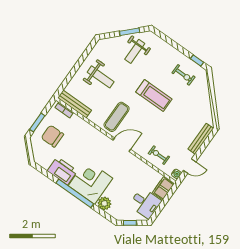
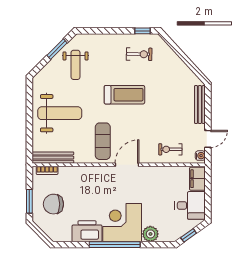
weight bench: (101, 77) -> (60, 113), width x1.36, depth x1.33

